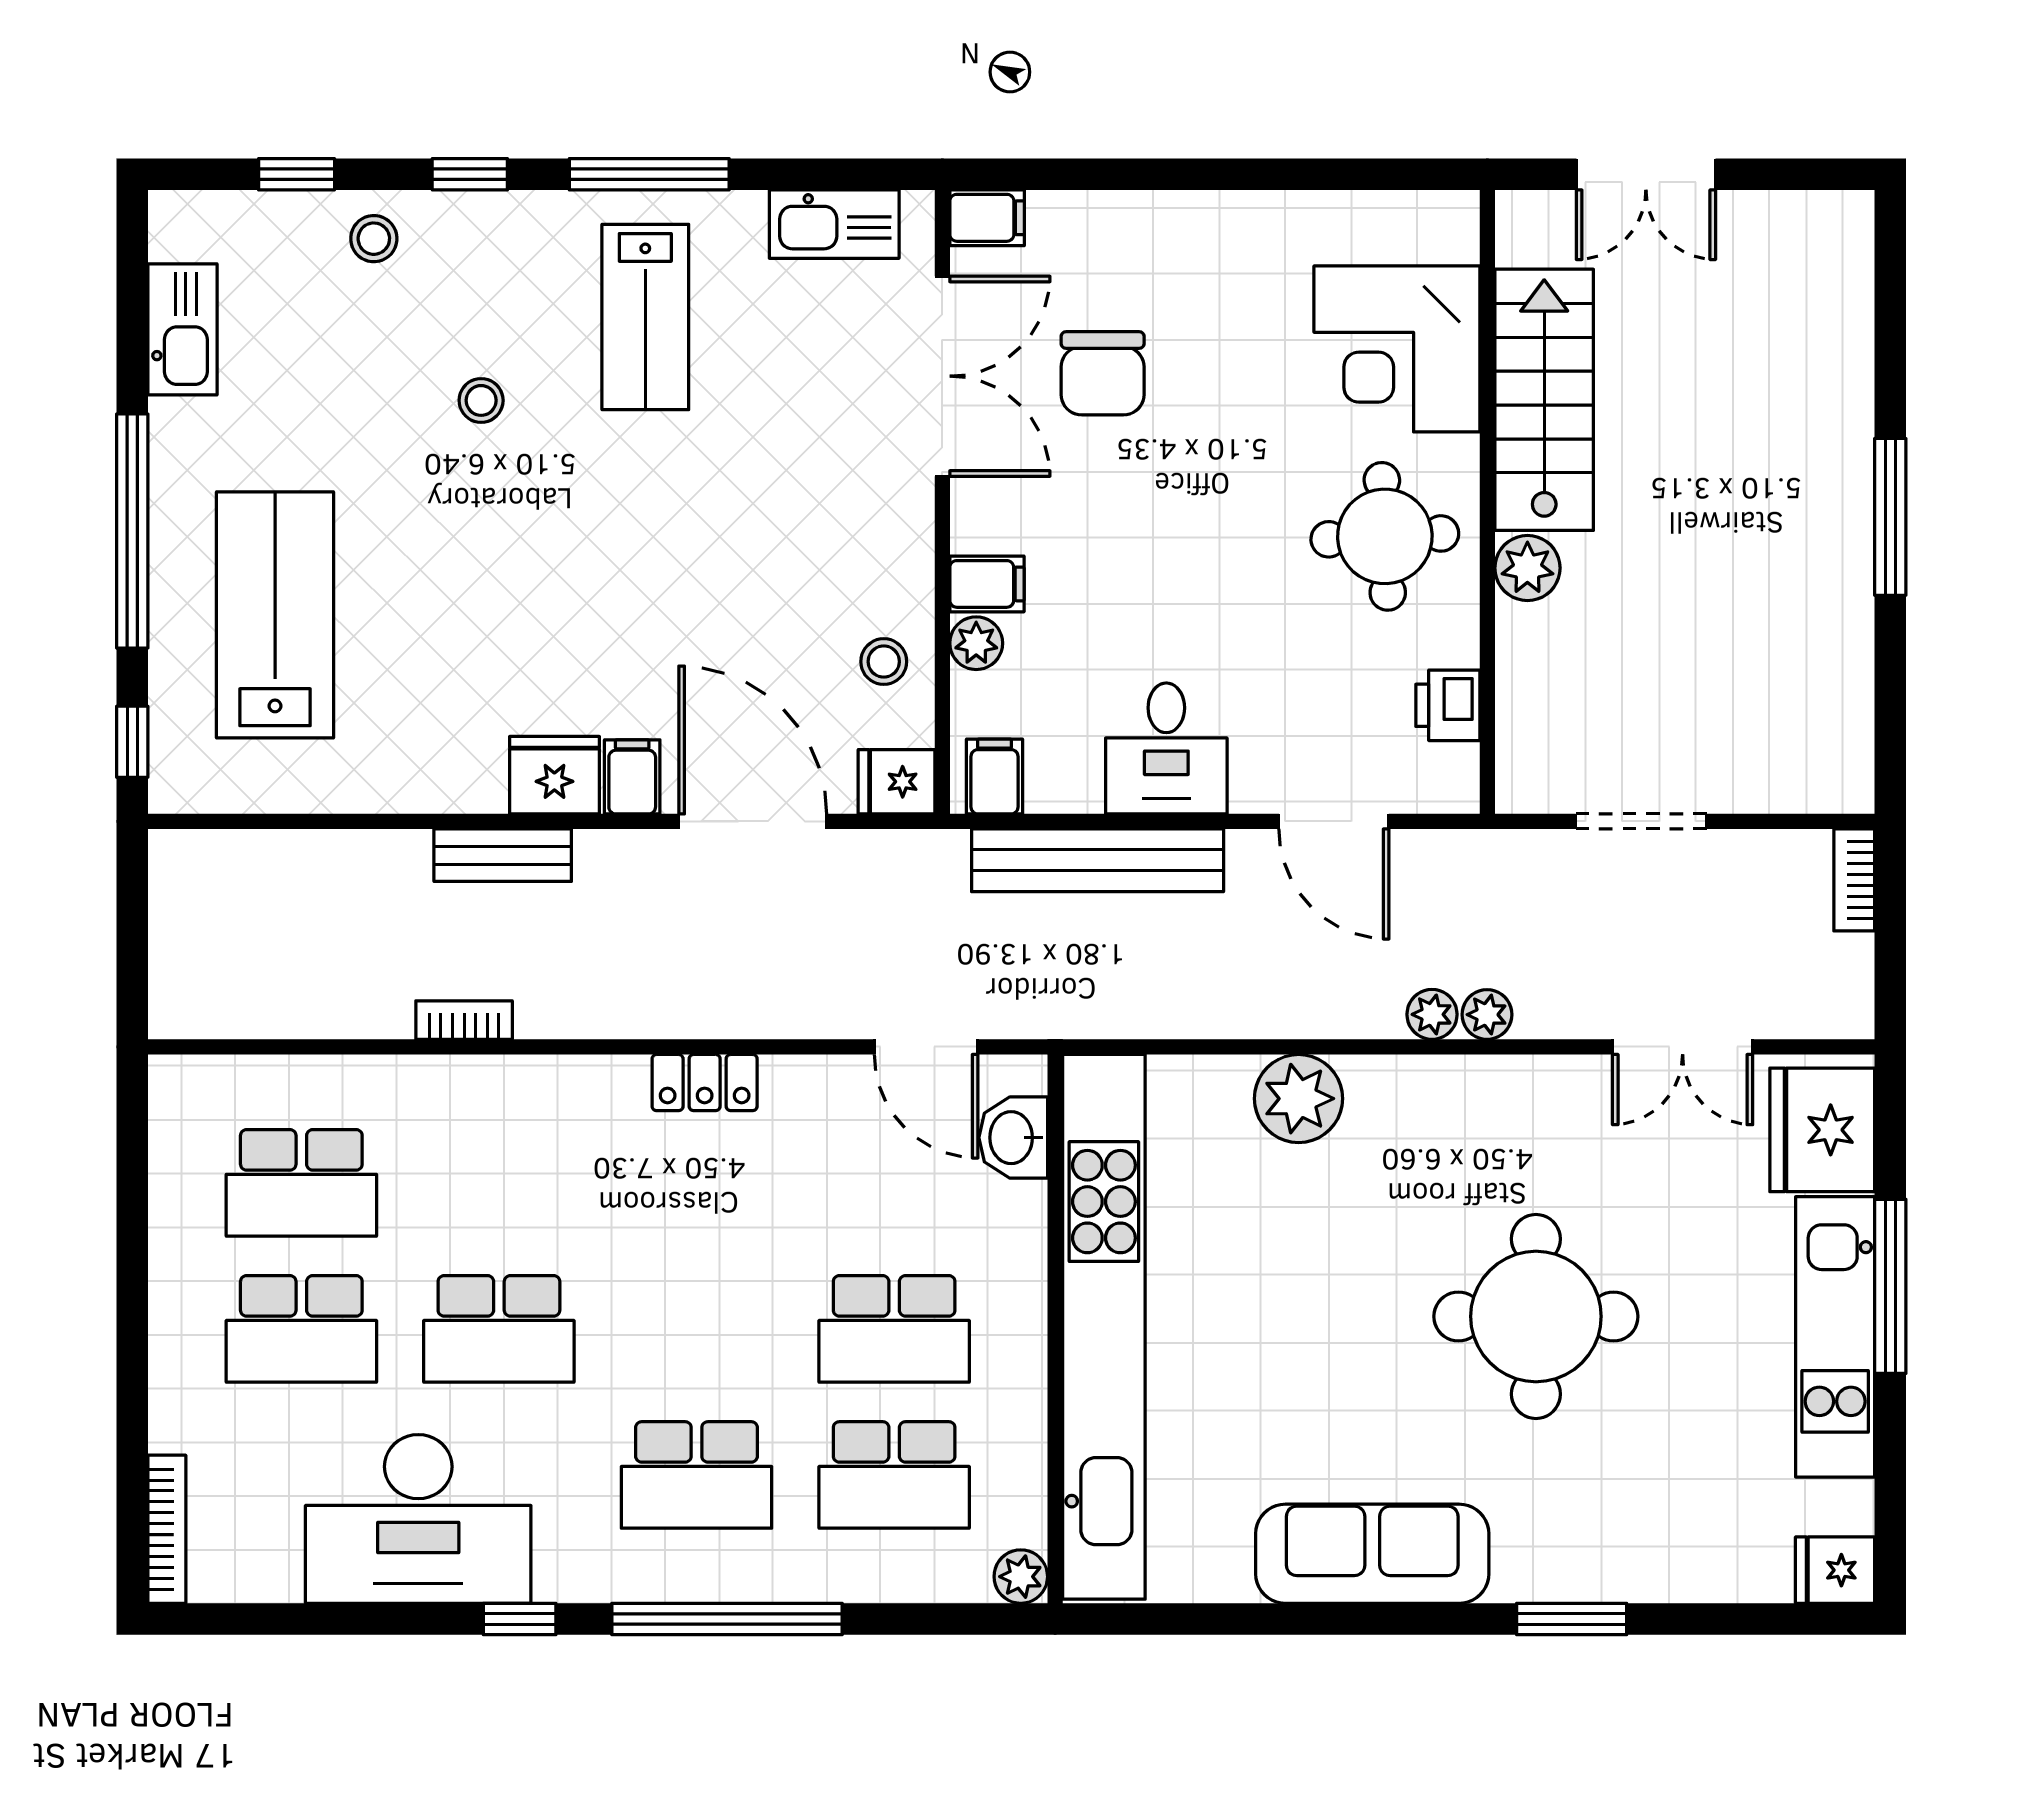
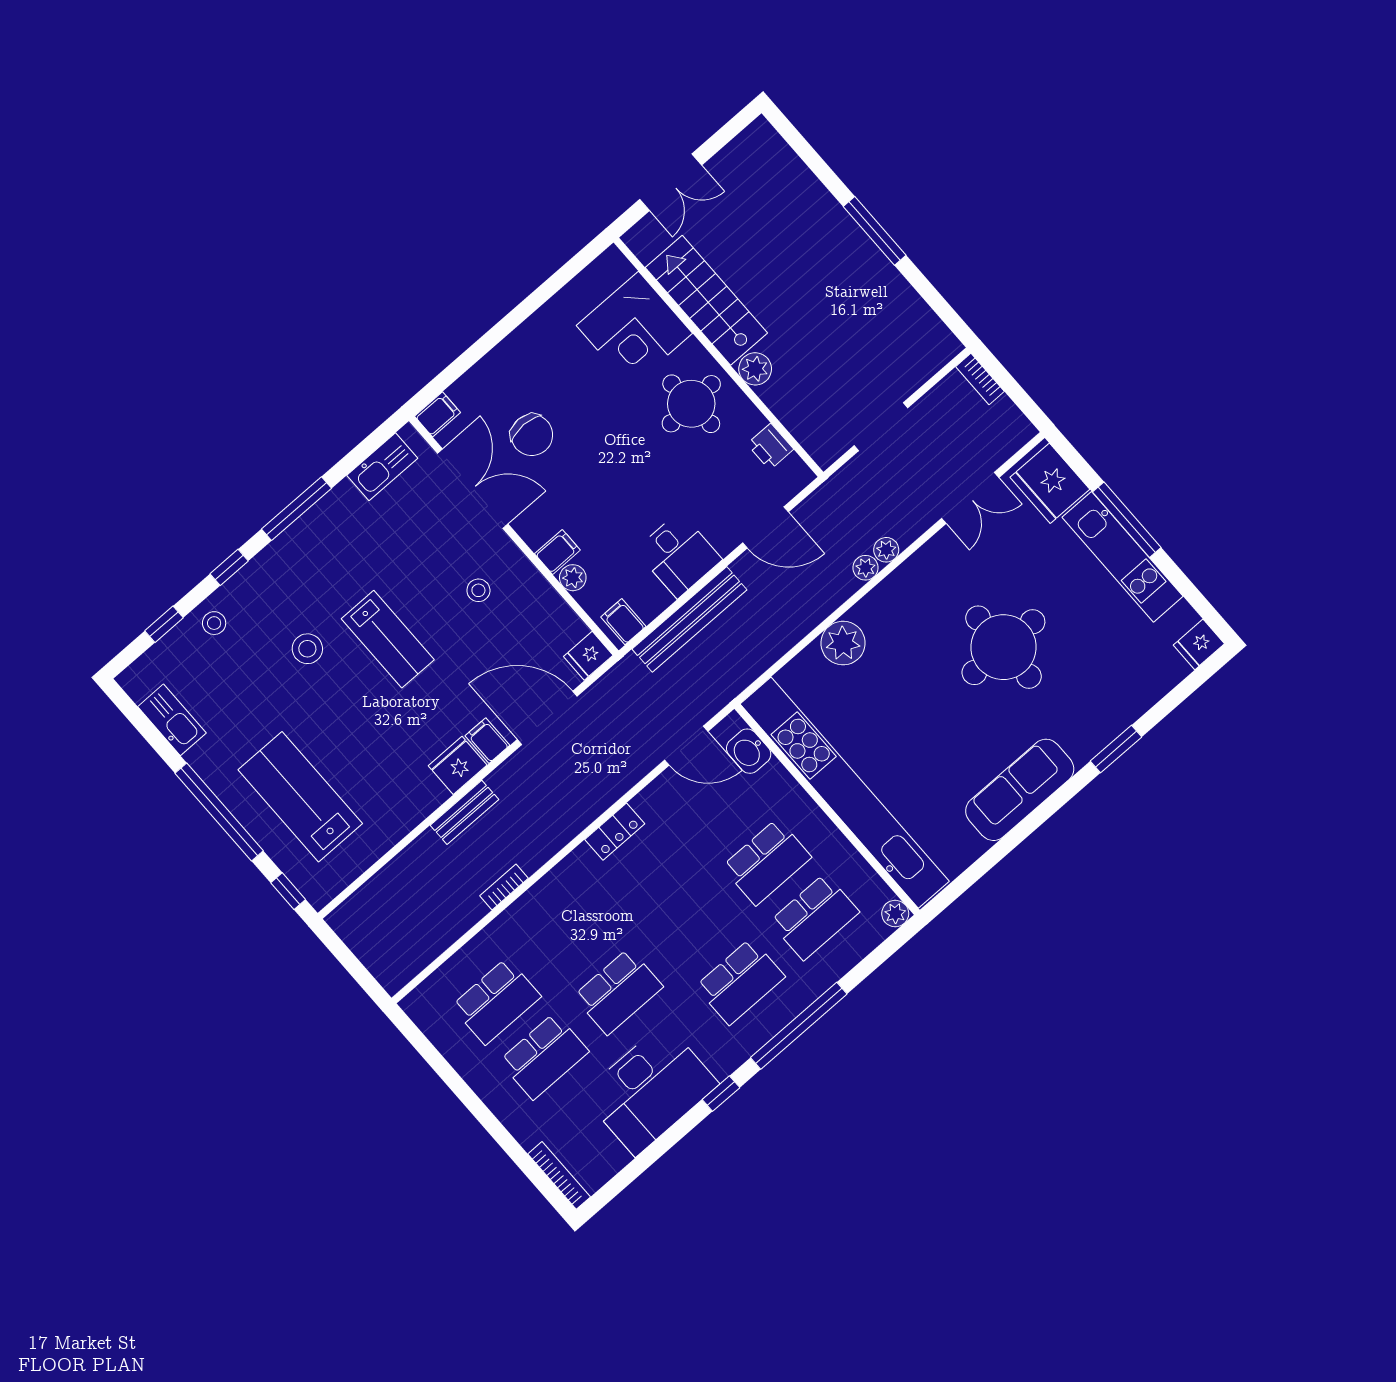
lab bench: (645, 317) -> (388, 639), moved
stool: (481, 400) -> (307, 649), width x1.37, depth x1.37
stool: (884, 662) -> (478, 590), moved

